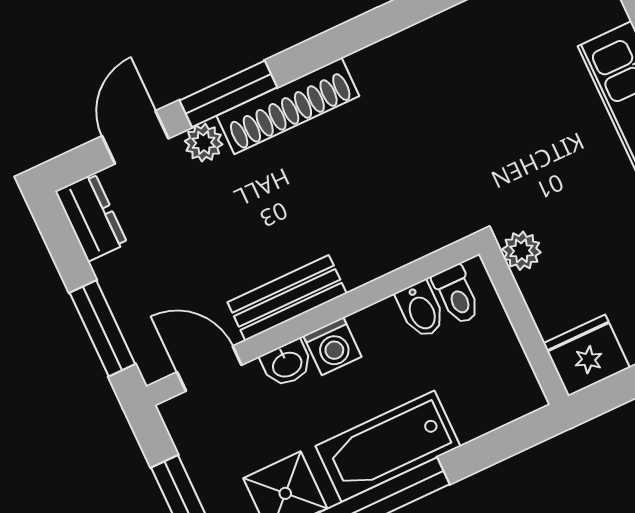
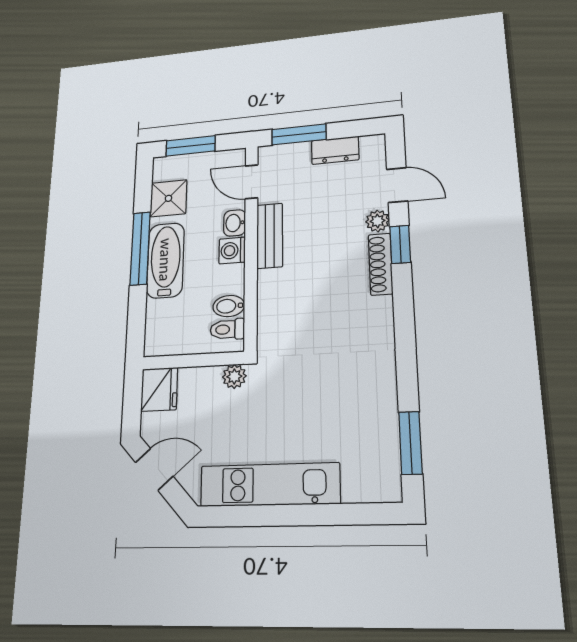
window: (228, 94) -> (400, 244), width x0.67
shoe rack: (288, 106) -> (381, 264), width x0.74, depth x0.81
dresser: (91, 217) -> (335, 150), moved
door: (209, 369) -> (252, 182), swing flipped

